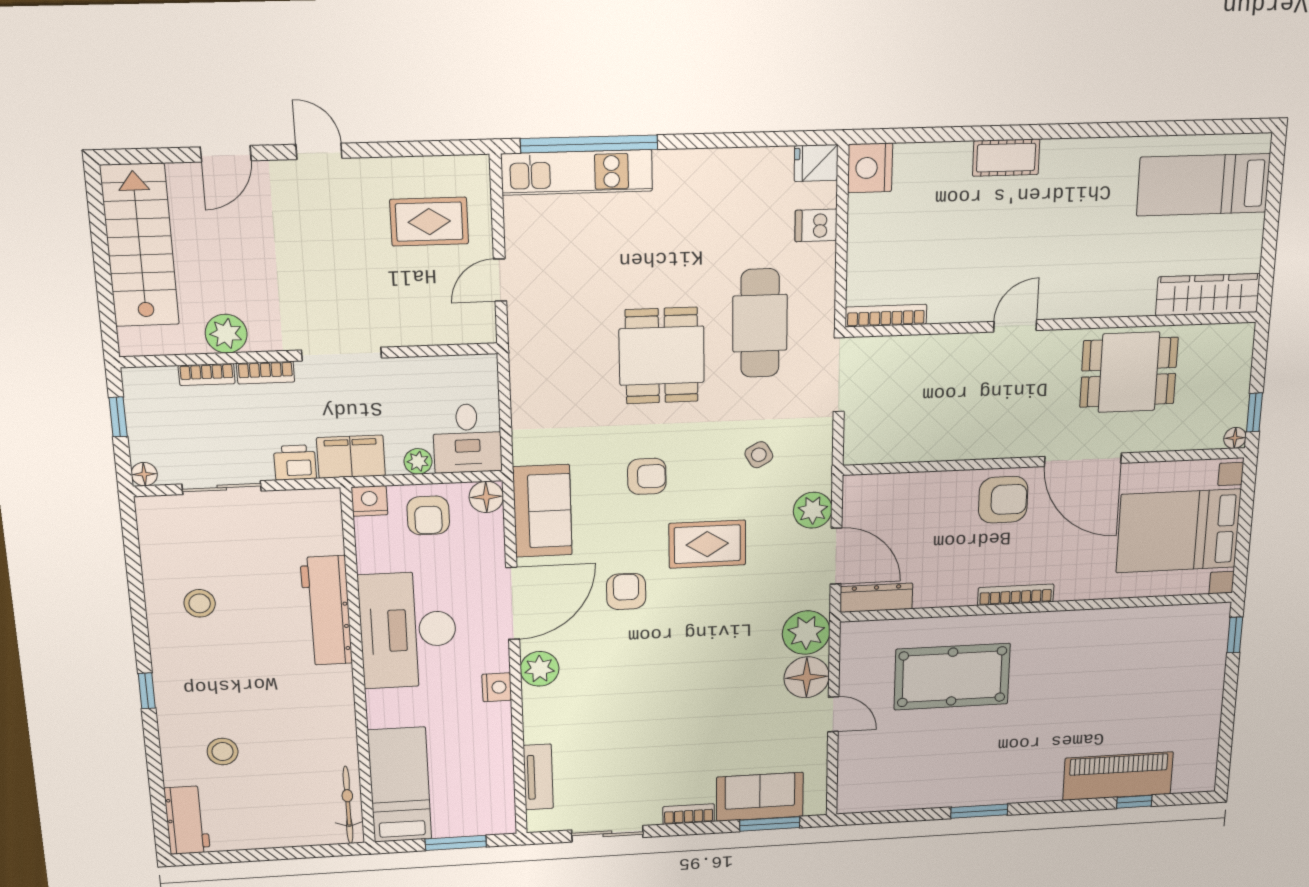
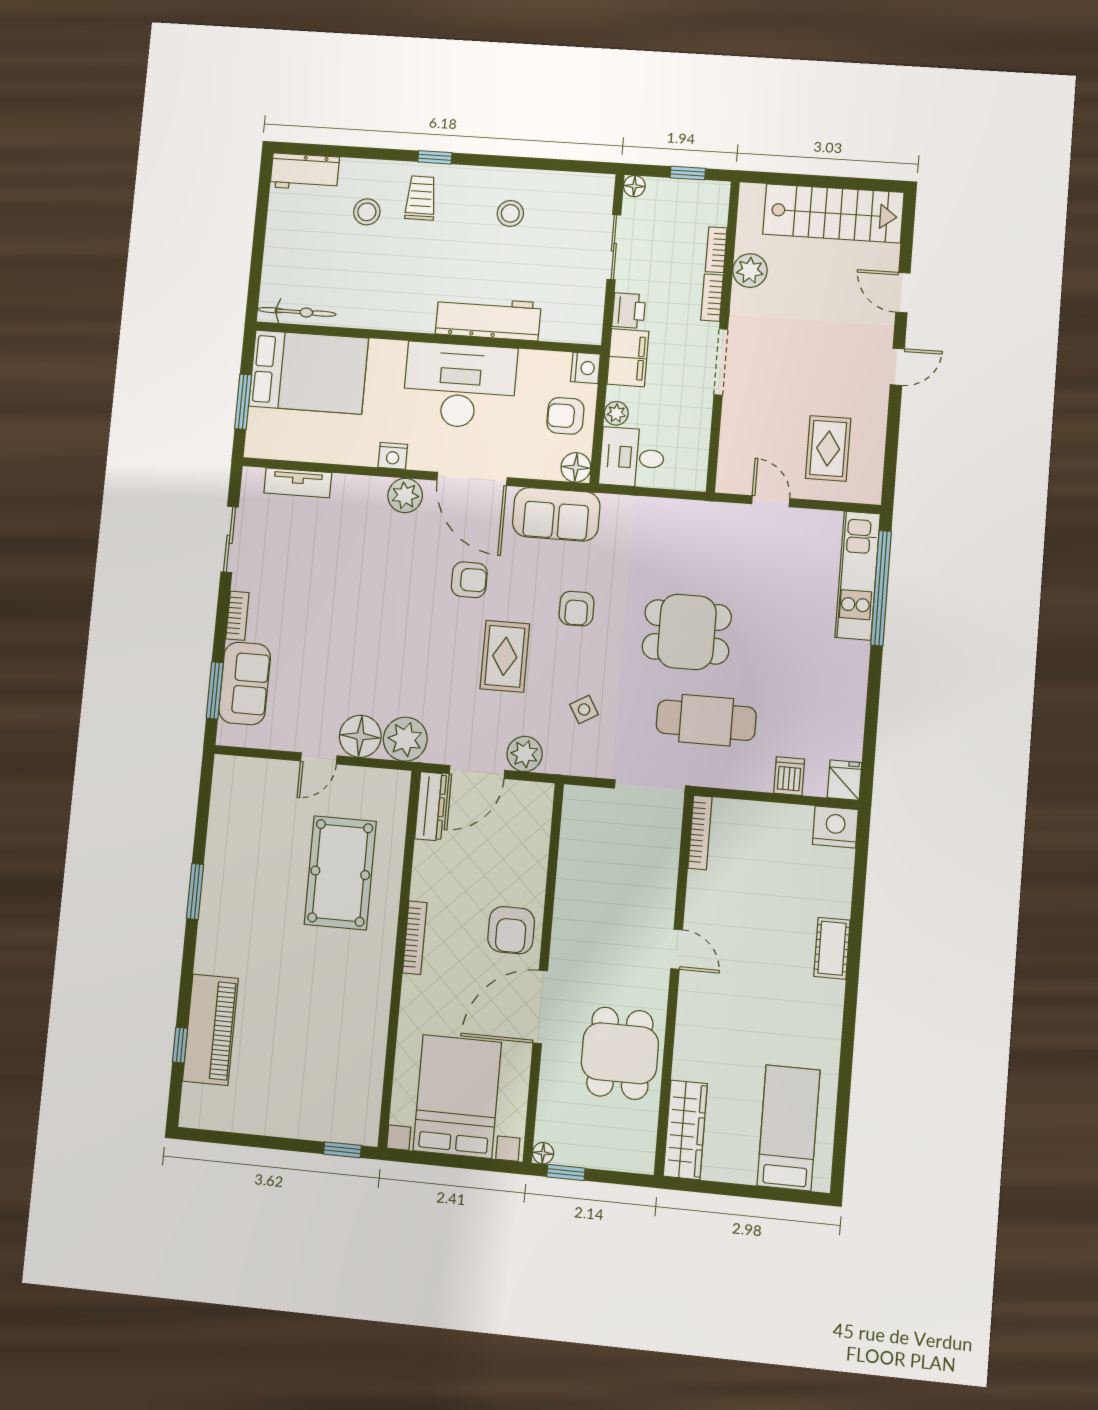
trolley: (197, 699) -> (421, 198), added
bed: (400, 785) -> (309, 372), width x1.50

